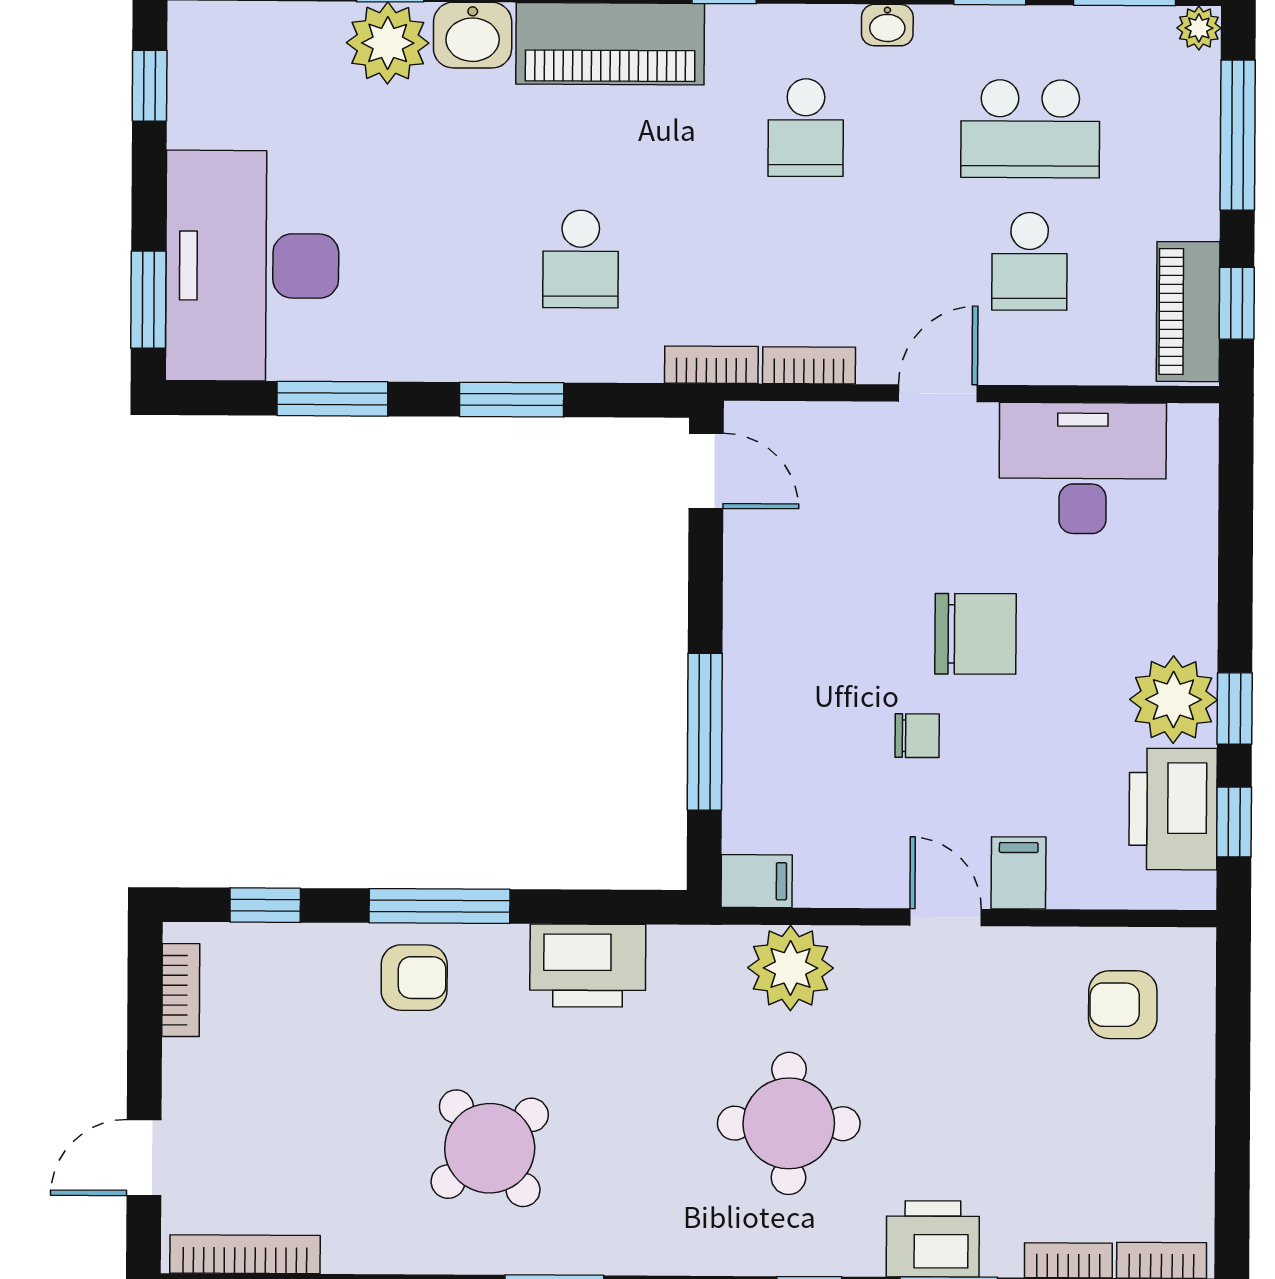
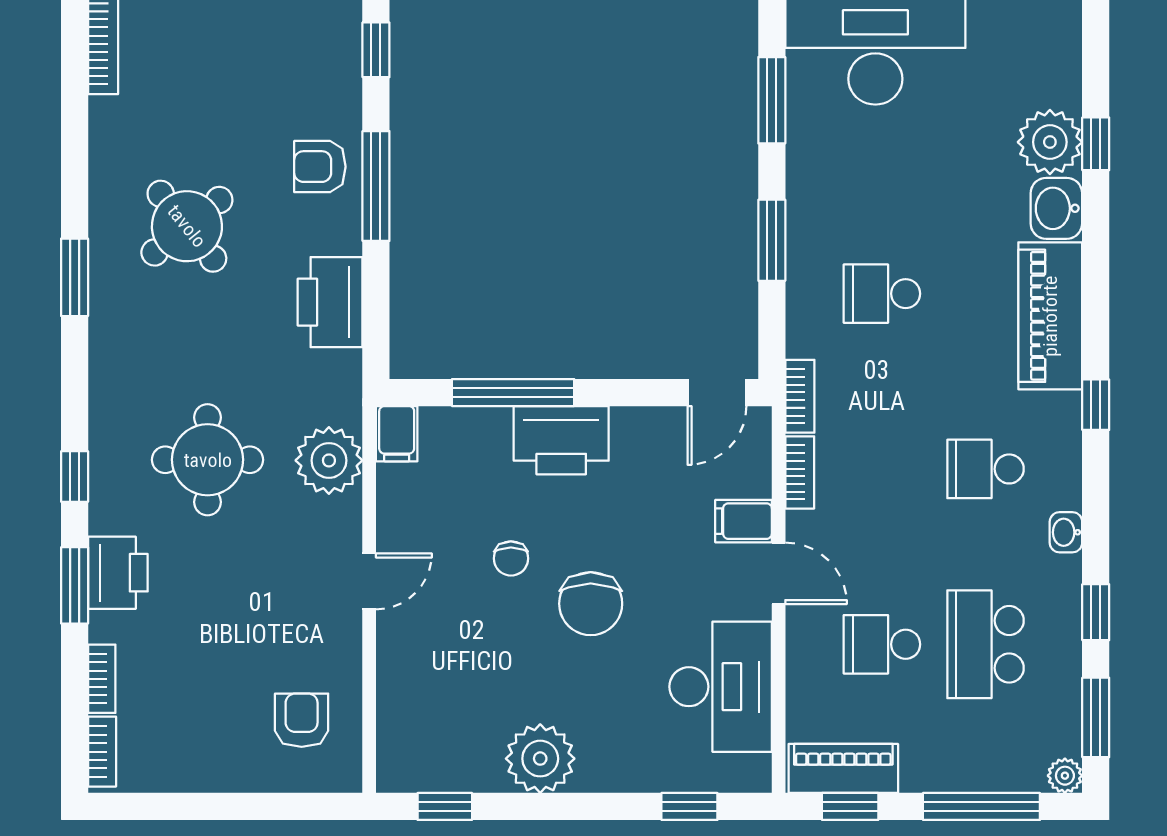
window: (1235, 709) -> (689, 806), moved
printer: (1173, 809) -> (561, 440), moved, turned 180
filing cabinet: (1019, 873) -> (744, 521), moved, turned 180
armchair: (414, 978) -> (320, 167), turned 90

